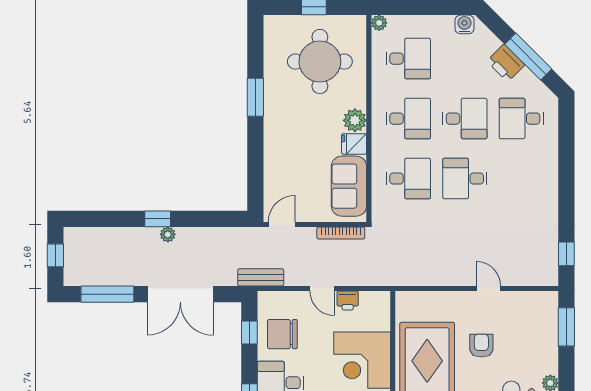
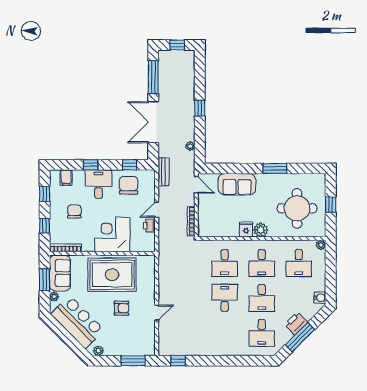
desk: (521, 119) -> (262, 333), turned 180
sofa: (349, 186) -> (237, 184), moved, turned 180
plant: (168, 234) -> (190, 146), moved

